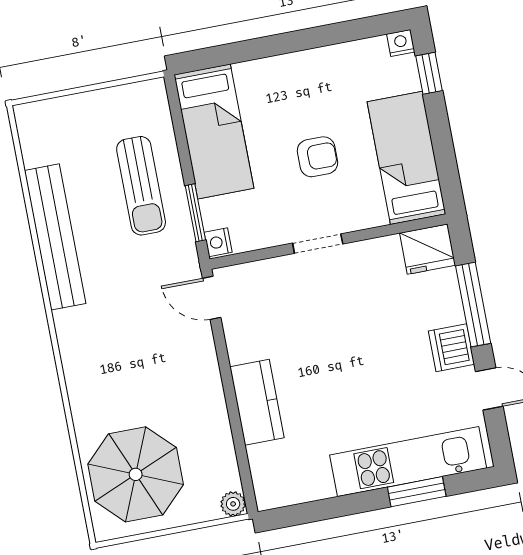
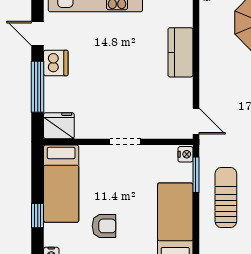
window: (429, 73) -> (38, 216), moved
armchair: (317, 157) -> (104, 226), moved, turned 180

